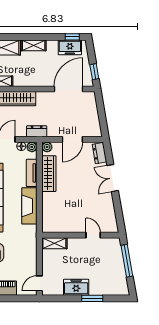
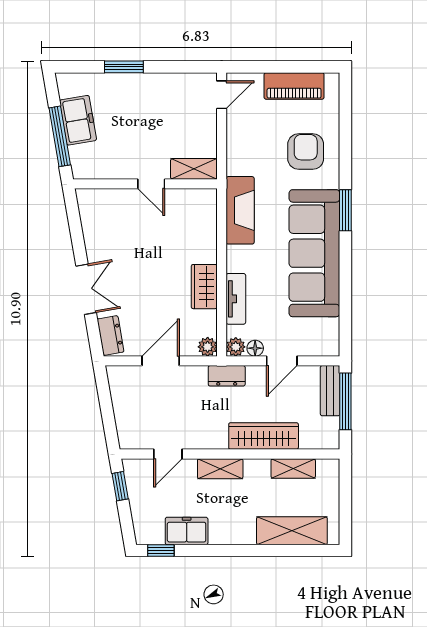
shelving: (34, 45) -> (220, 469), moved
freezer: (70, 47) -> (187, 531), moved
door: (68, 89) -> (168, 454), width x0.53
wardrobe: (49, 174) -> (204, 287), width x0.67
fireplace: (29, 206) -> (240, 210), moved
door: (93, 235) -> (151, 184), moved
freezer: (76, 287) -> (78, 120), moved, turned -100

